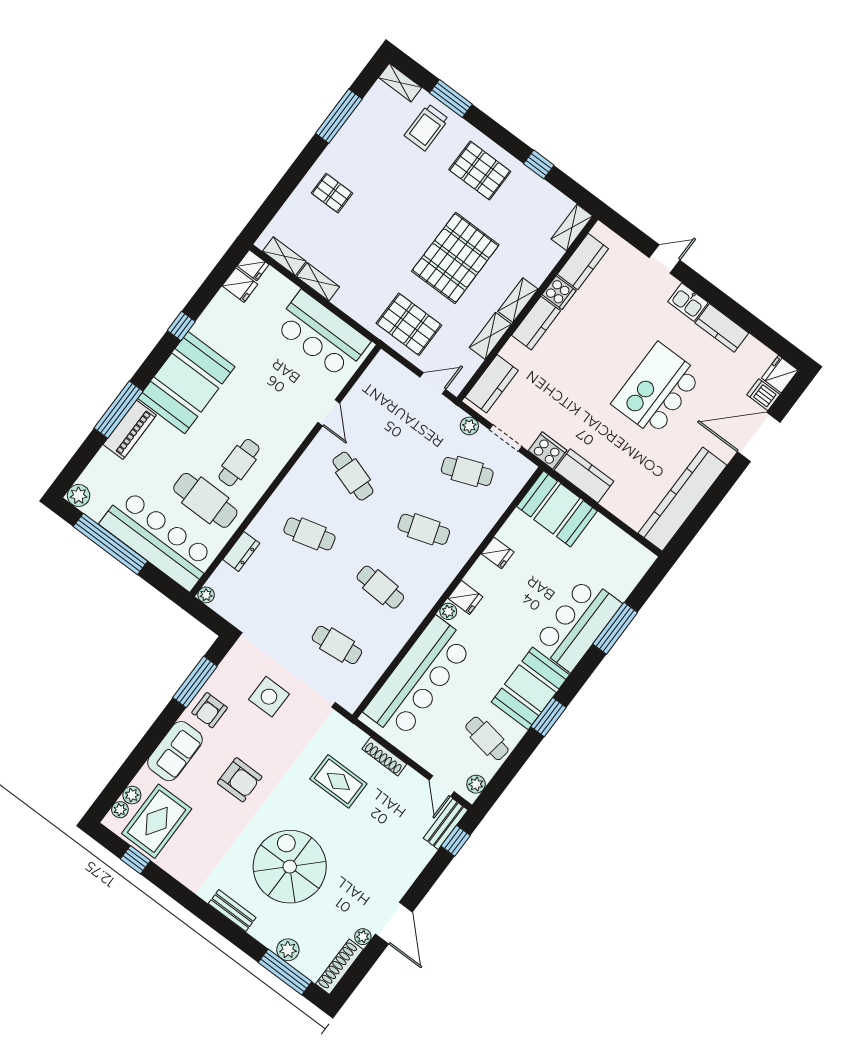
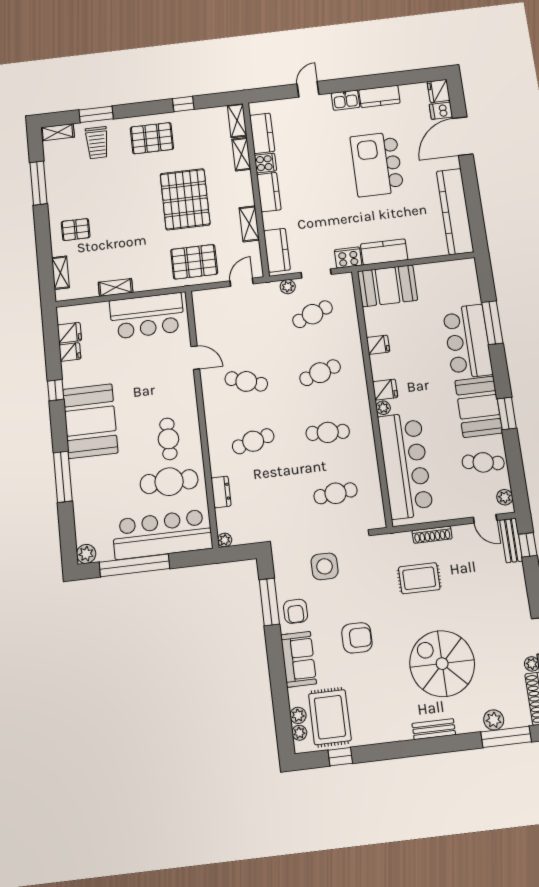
shelving: (284, 256) -> (60, 273), moved, turned 90
fridge: (253, 265) -> (70, 352), moved
shelving: (518, 300) -> (241, 154), moved
piano: (130, 430) -> (81, 483), removed

